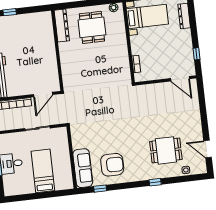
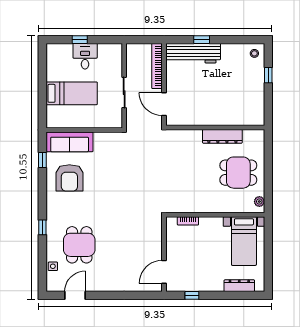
dresser: (62, 26) -> (222, 136), moved

